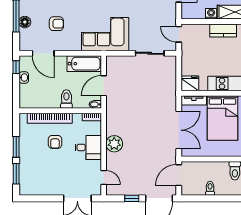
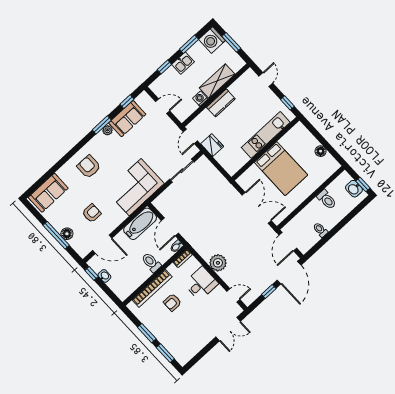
door: (179, 34) -> (190, 136), hinge flipped
fridge: (190, 83) -> (212, 145), moved, turned 90
tv unit: (194, 100) -> (247, 175), removed
armchair: (55, 142) -> (172, 302), turned 90

